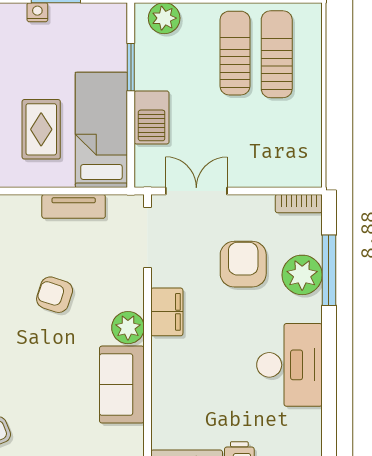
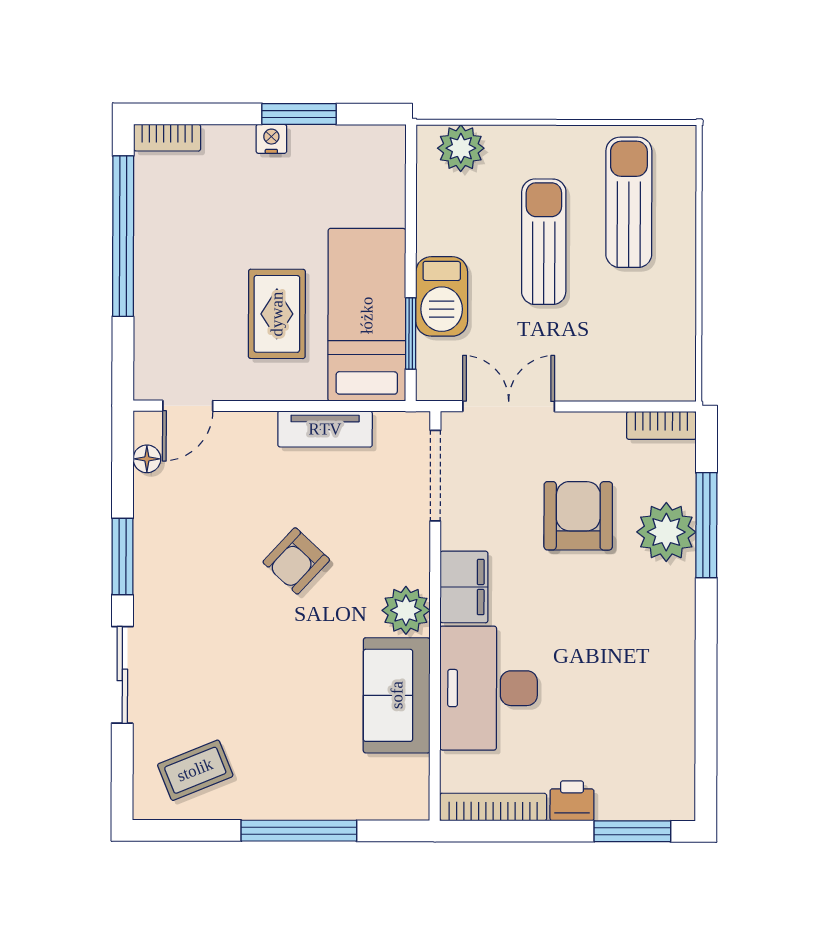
sun lounger: (235, 53) -> (544, 242), moved
window: (131, 67) -> (411, 333), moved
armchair: (55, 295) -> (296, 561), turned -65
desk: (289, 365) -> (489, 688), moved, turned 180

